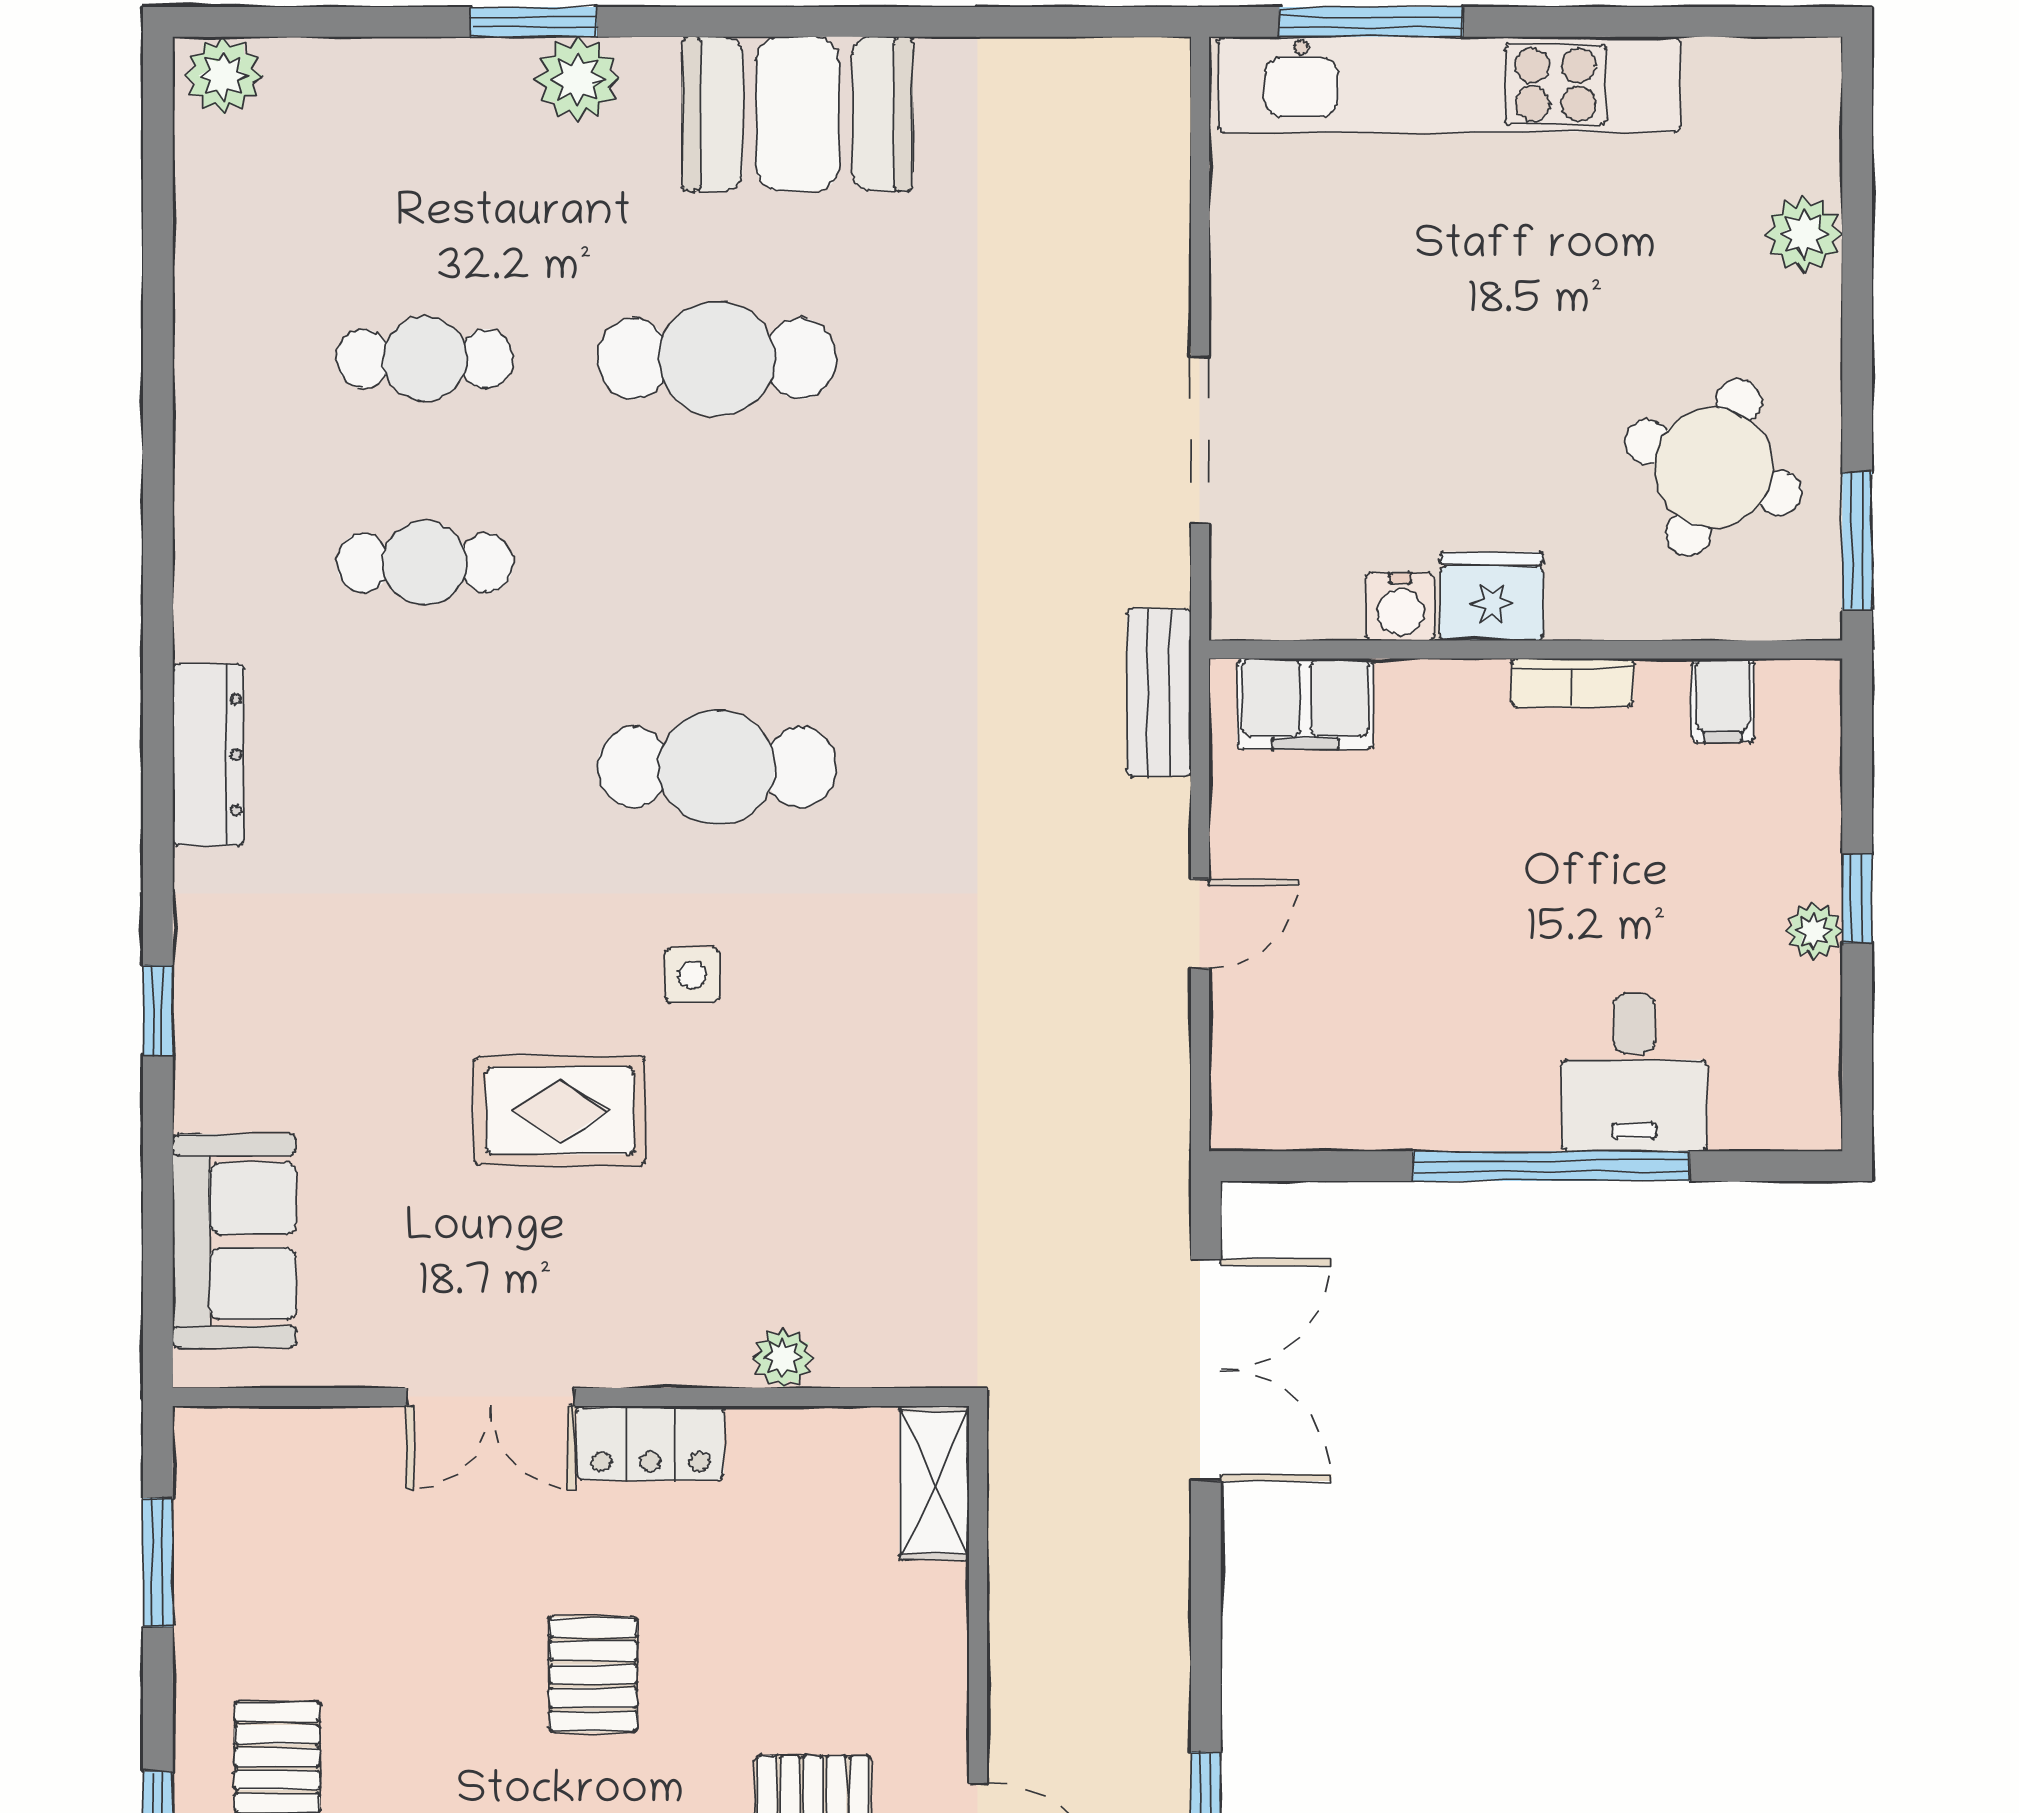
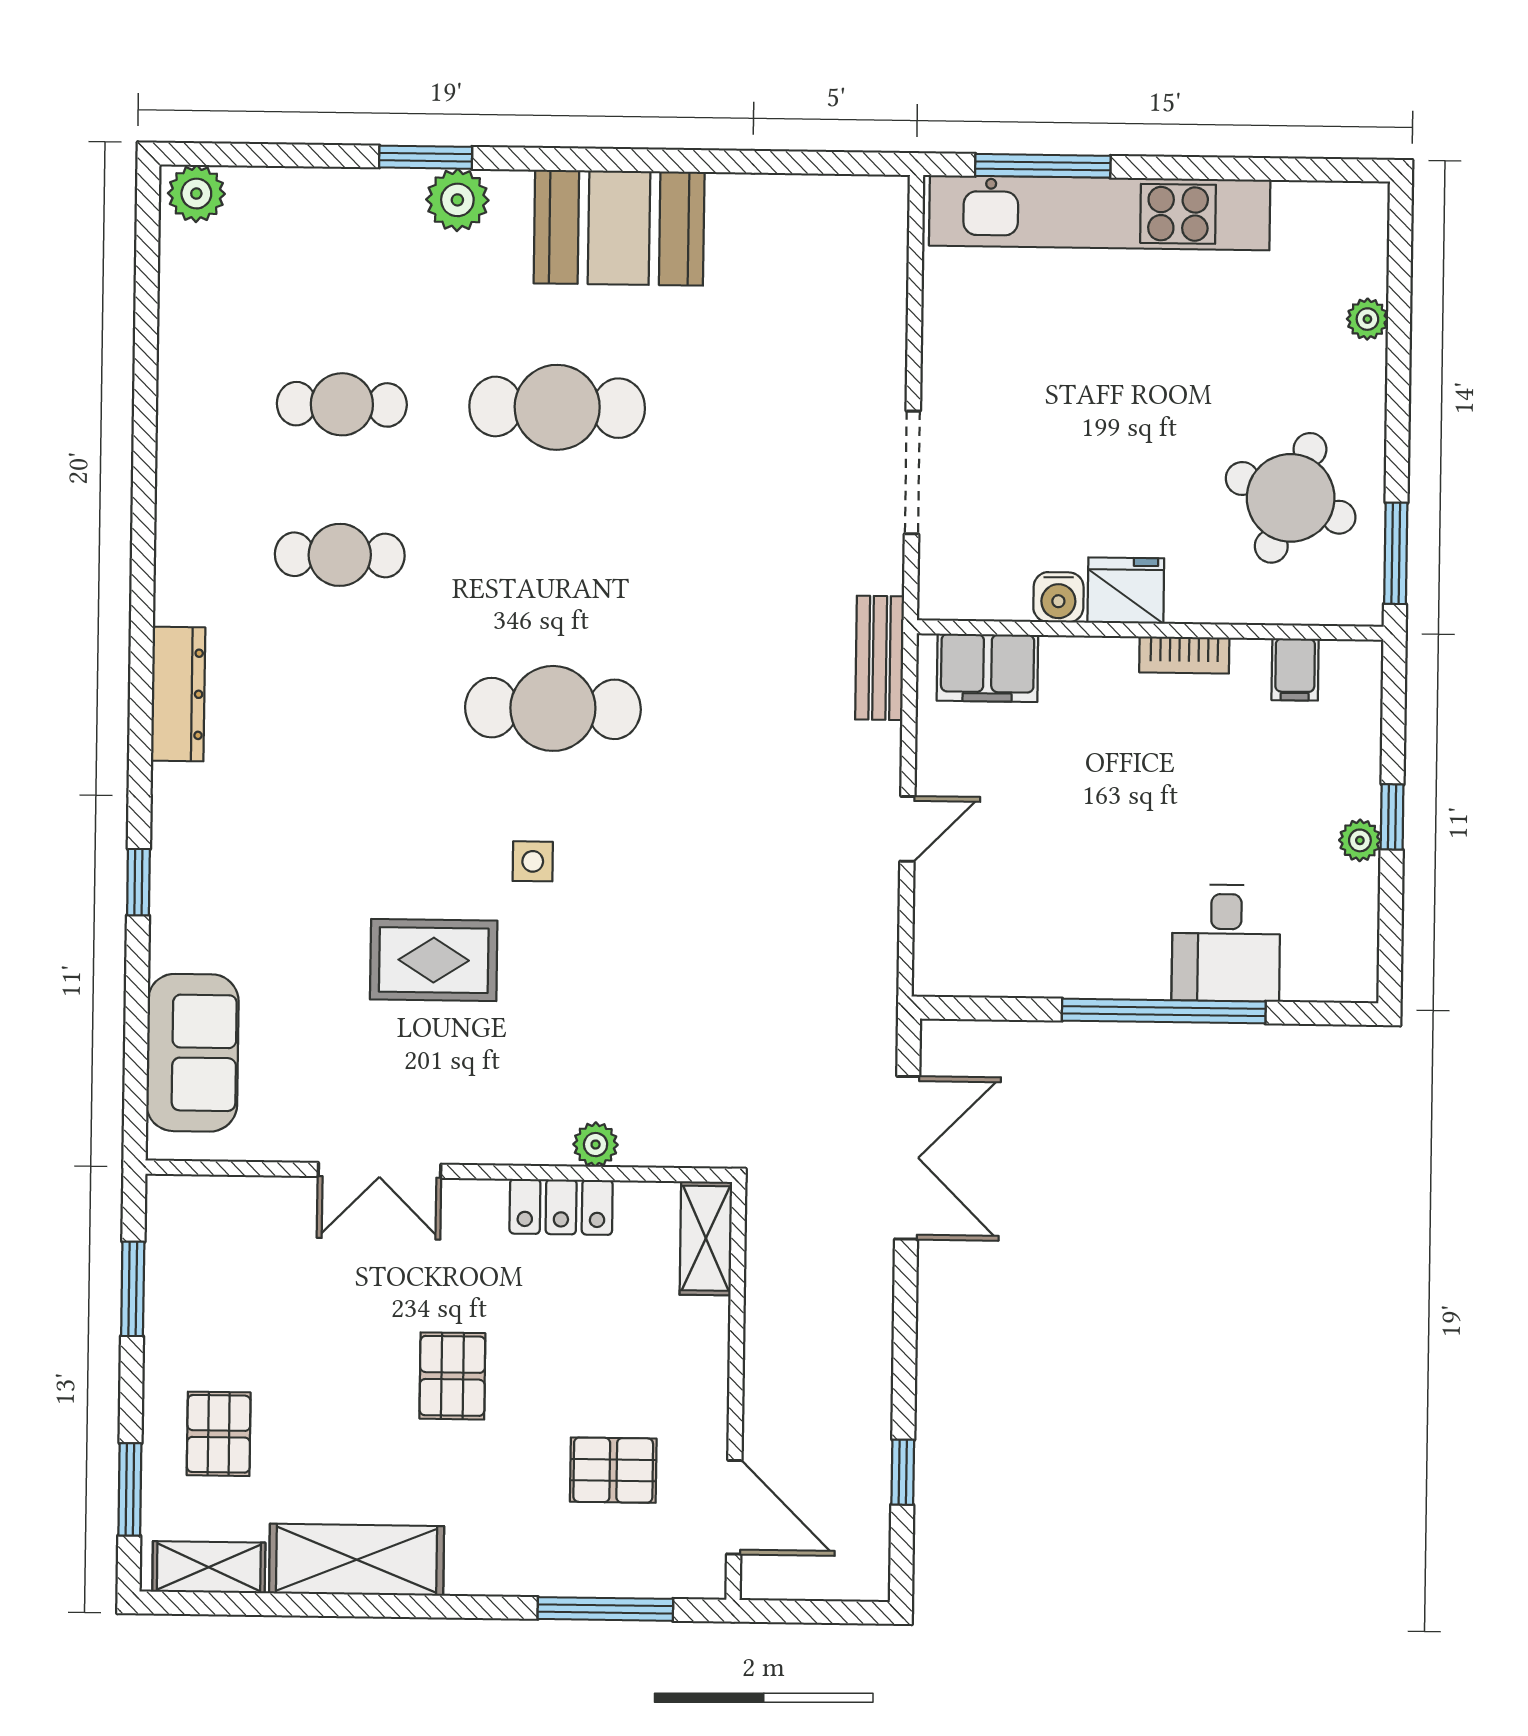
plant: (1804, 234) -> (1367, 319), width x0.73, depth x0.73
locker: (650, 1443) -> (561, 1207), moved

